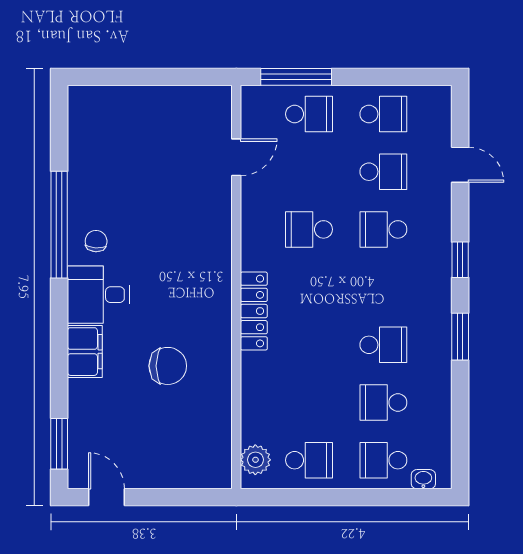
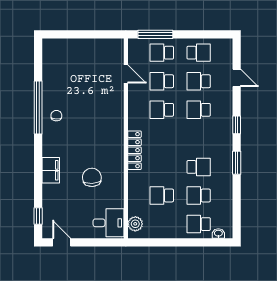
school desk: (309, 114) -> (162, 53), turned 180
door: (236, 157) -> (126, 74), hinge flipped
school desk: (309, 172) -> (162, 81), added
school desk: (383, 172) -> (199, 81), turned 180
desk: (98, 295) -> (108, 223), moved, turned 180
chair: (168, 366) -> (92, 177), turned -93
window: (59, 444) -> (38, 216), width x0.67
school desk: (309, 460) -> (162, 195), moved, turned 180

